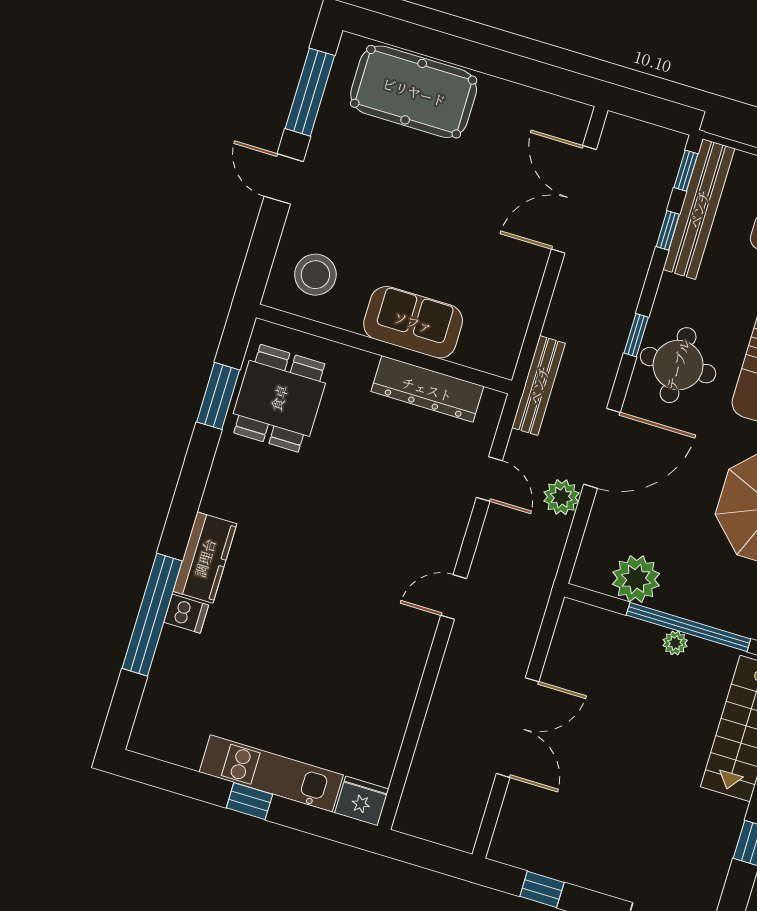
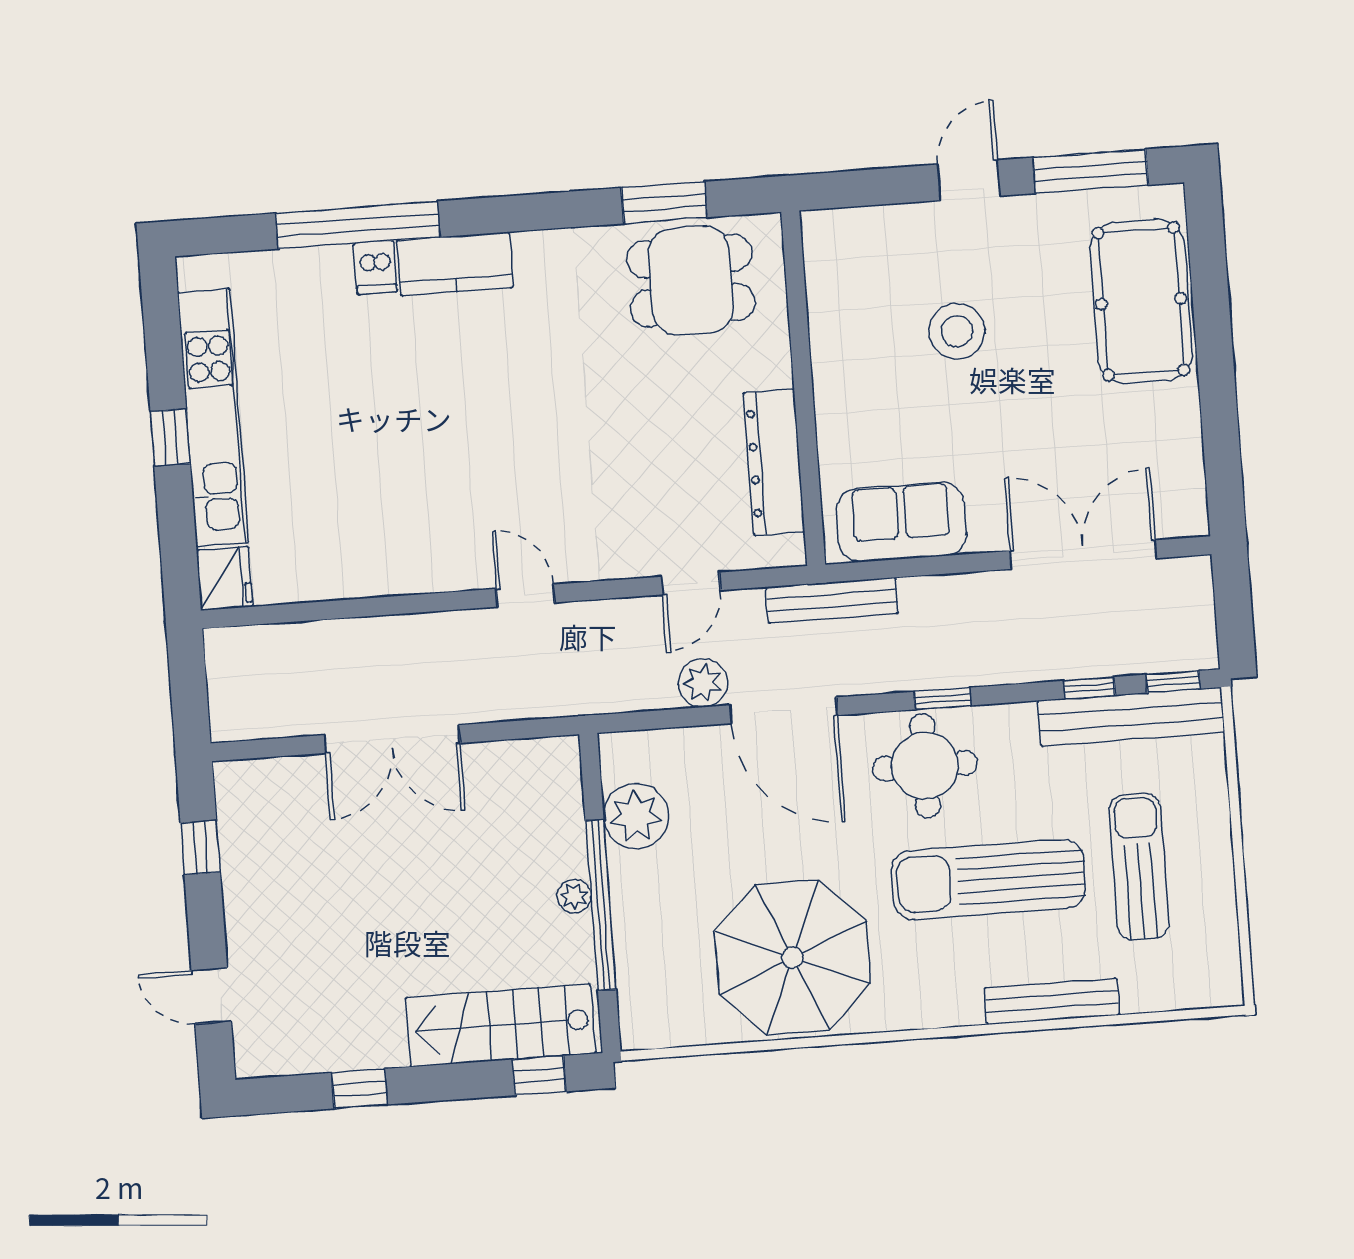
stool: (315, 275) -> (957, 331), moved
sofa: (413, 322) -> (901, 522), moved, turned -90
kitchen unit: (271, 773) -> (213, 418), width x1.36

